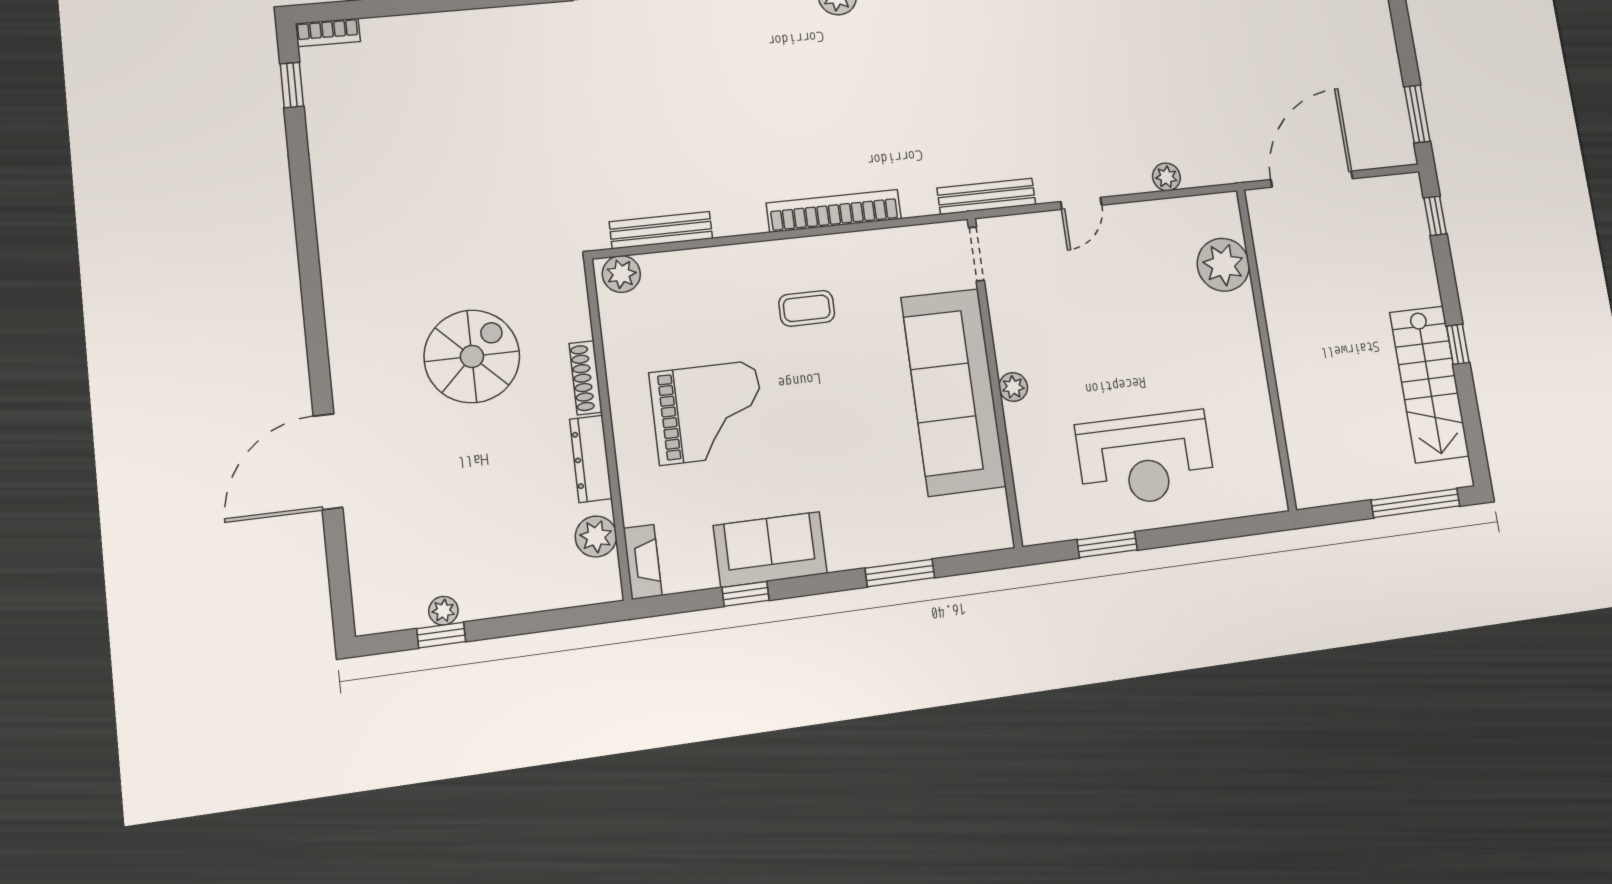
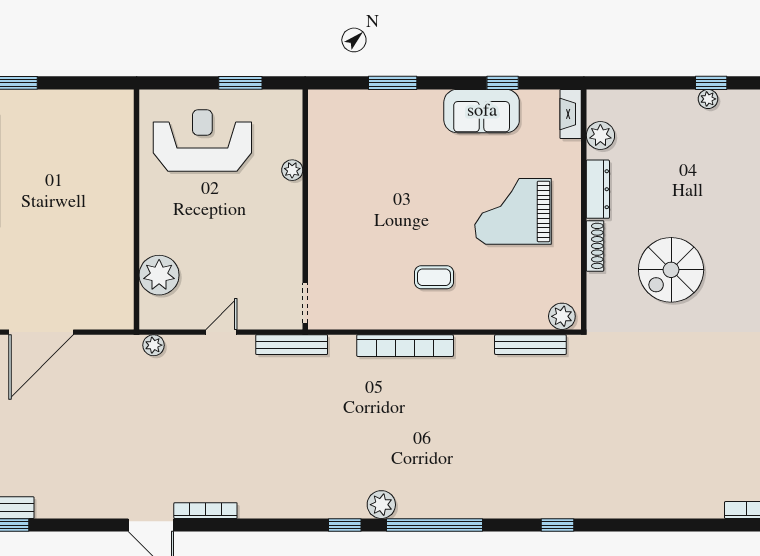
plant: (1223, 265) -> (159, 275), moved
wall: (1266, 349) -> (137, 209), moved
plant: (1013, 387) -> (292, 170), moved
sofa: (953, 392) -> (336, 205), removed

